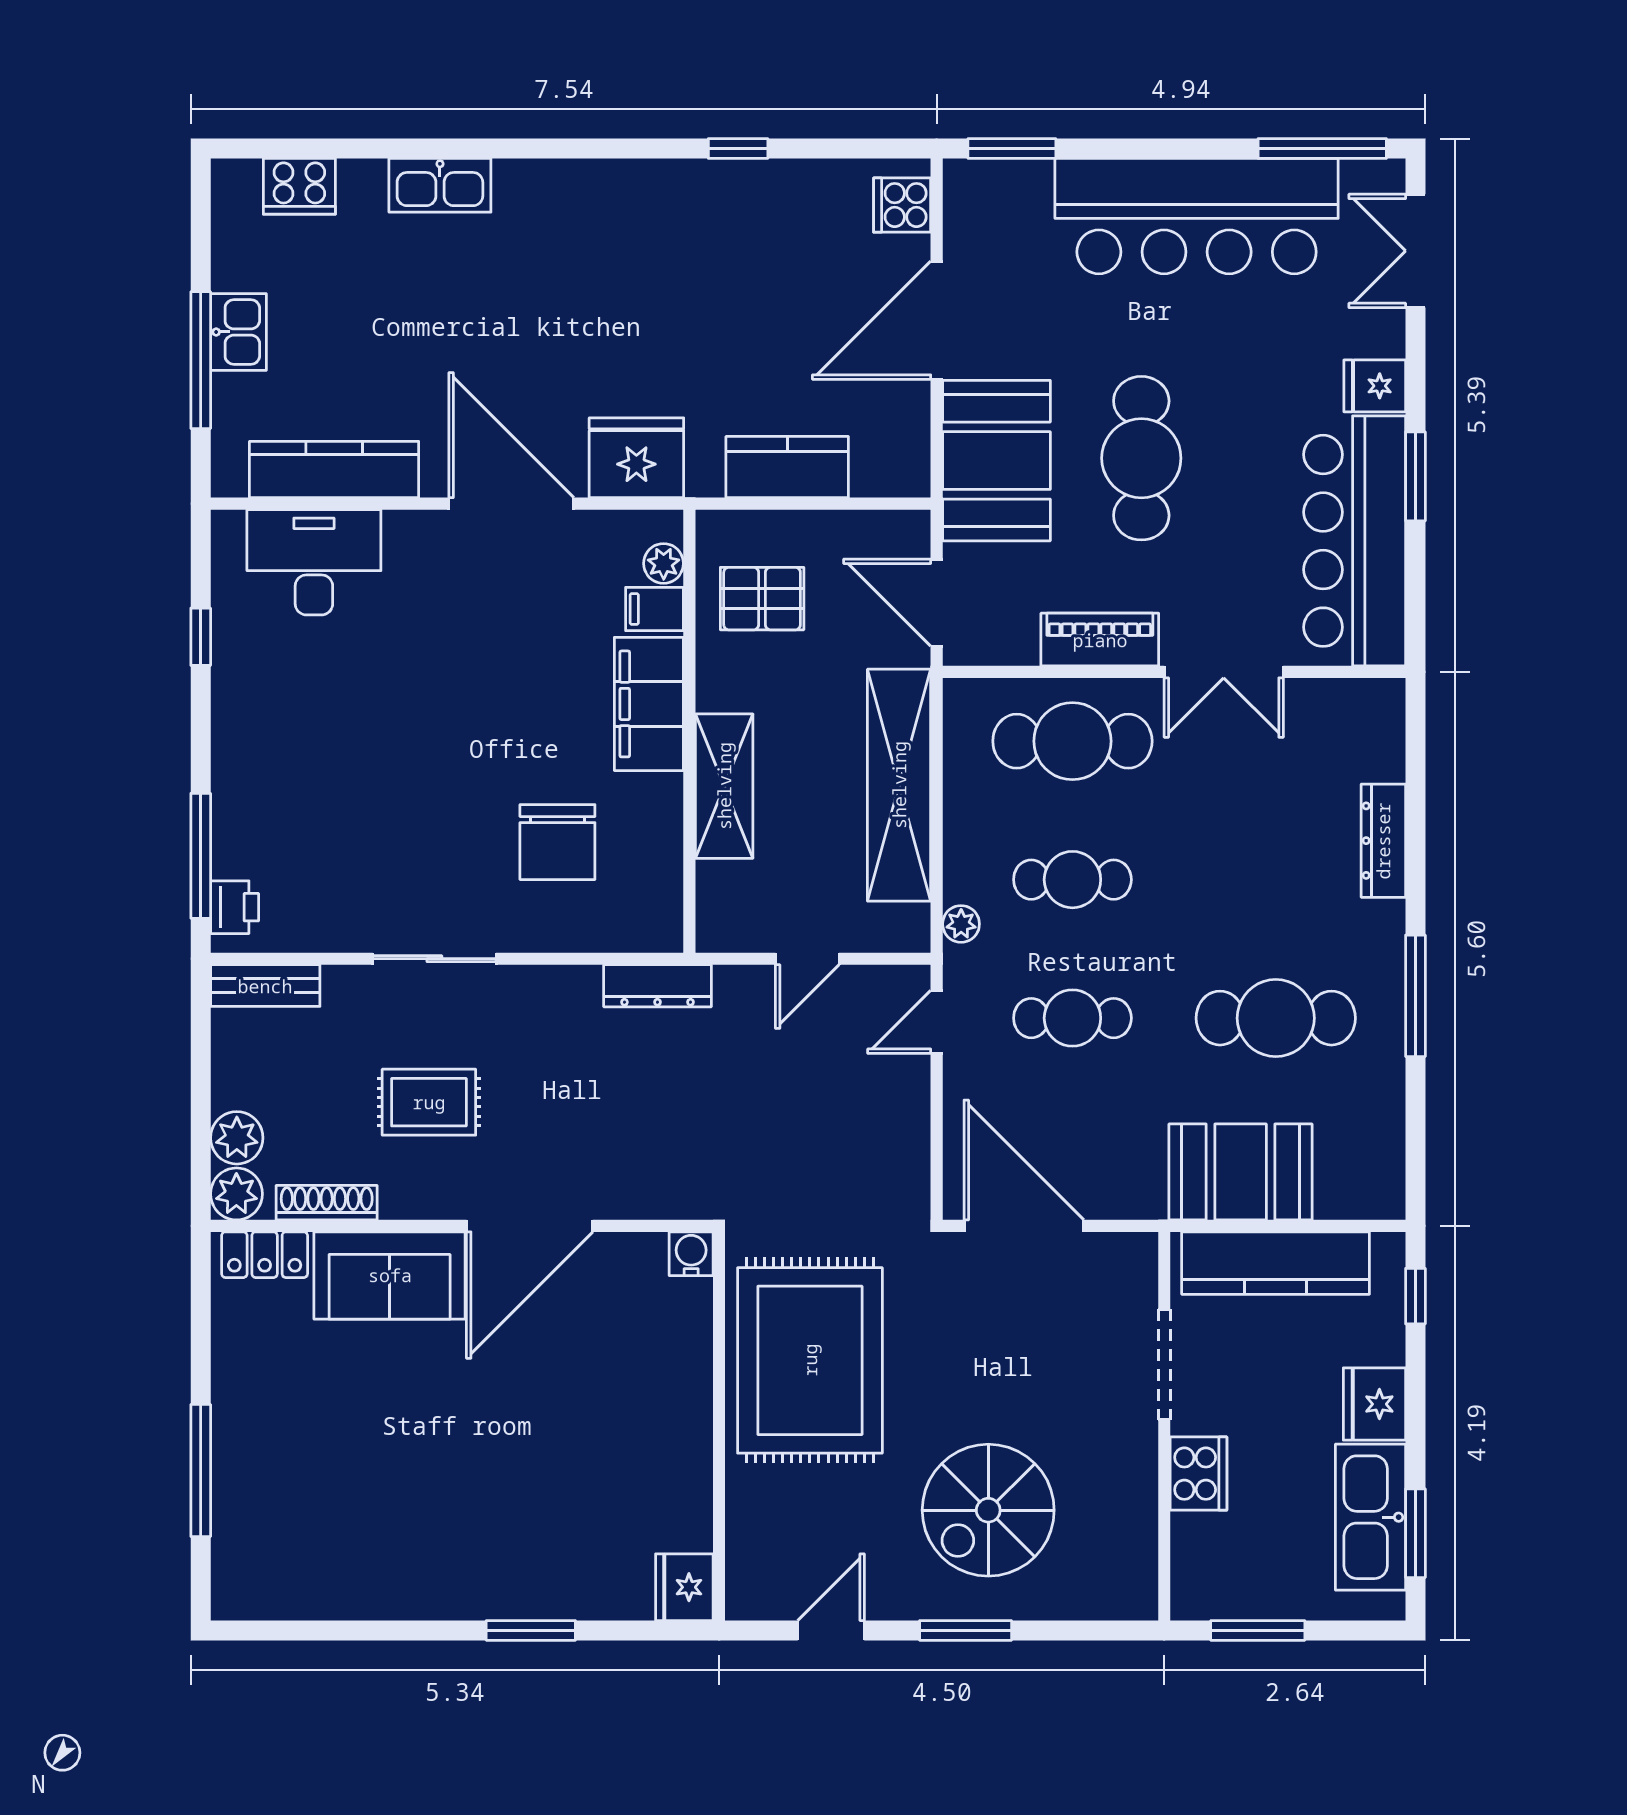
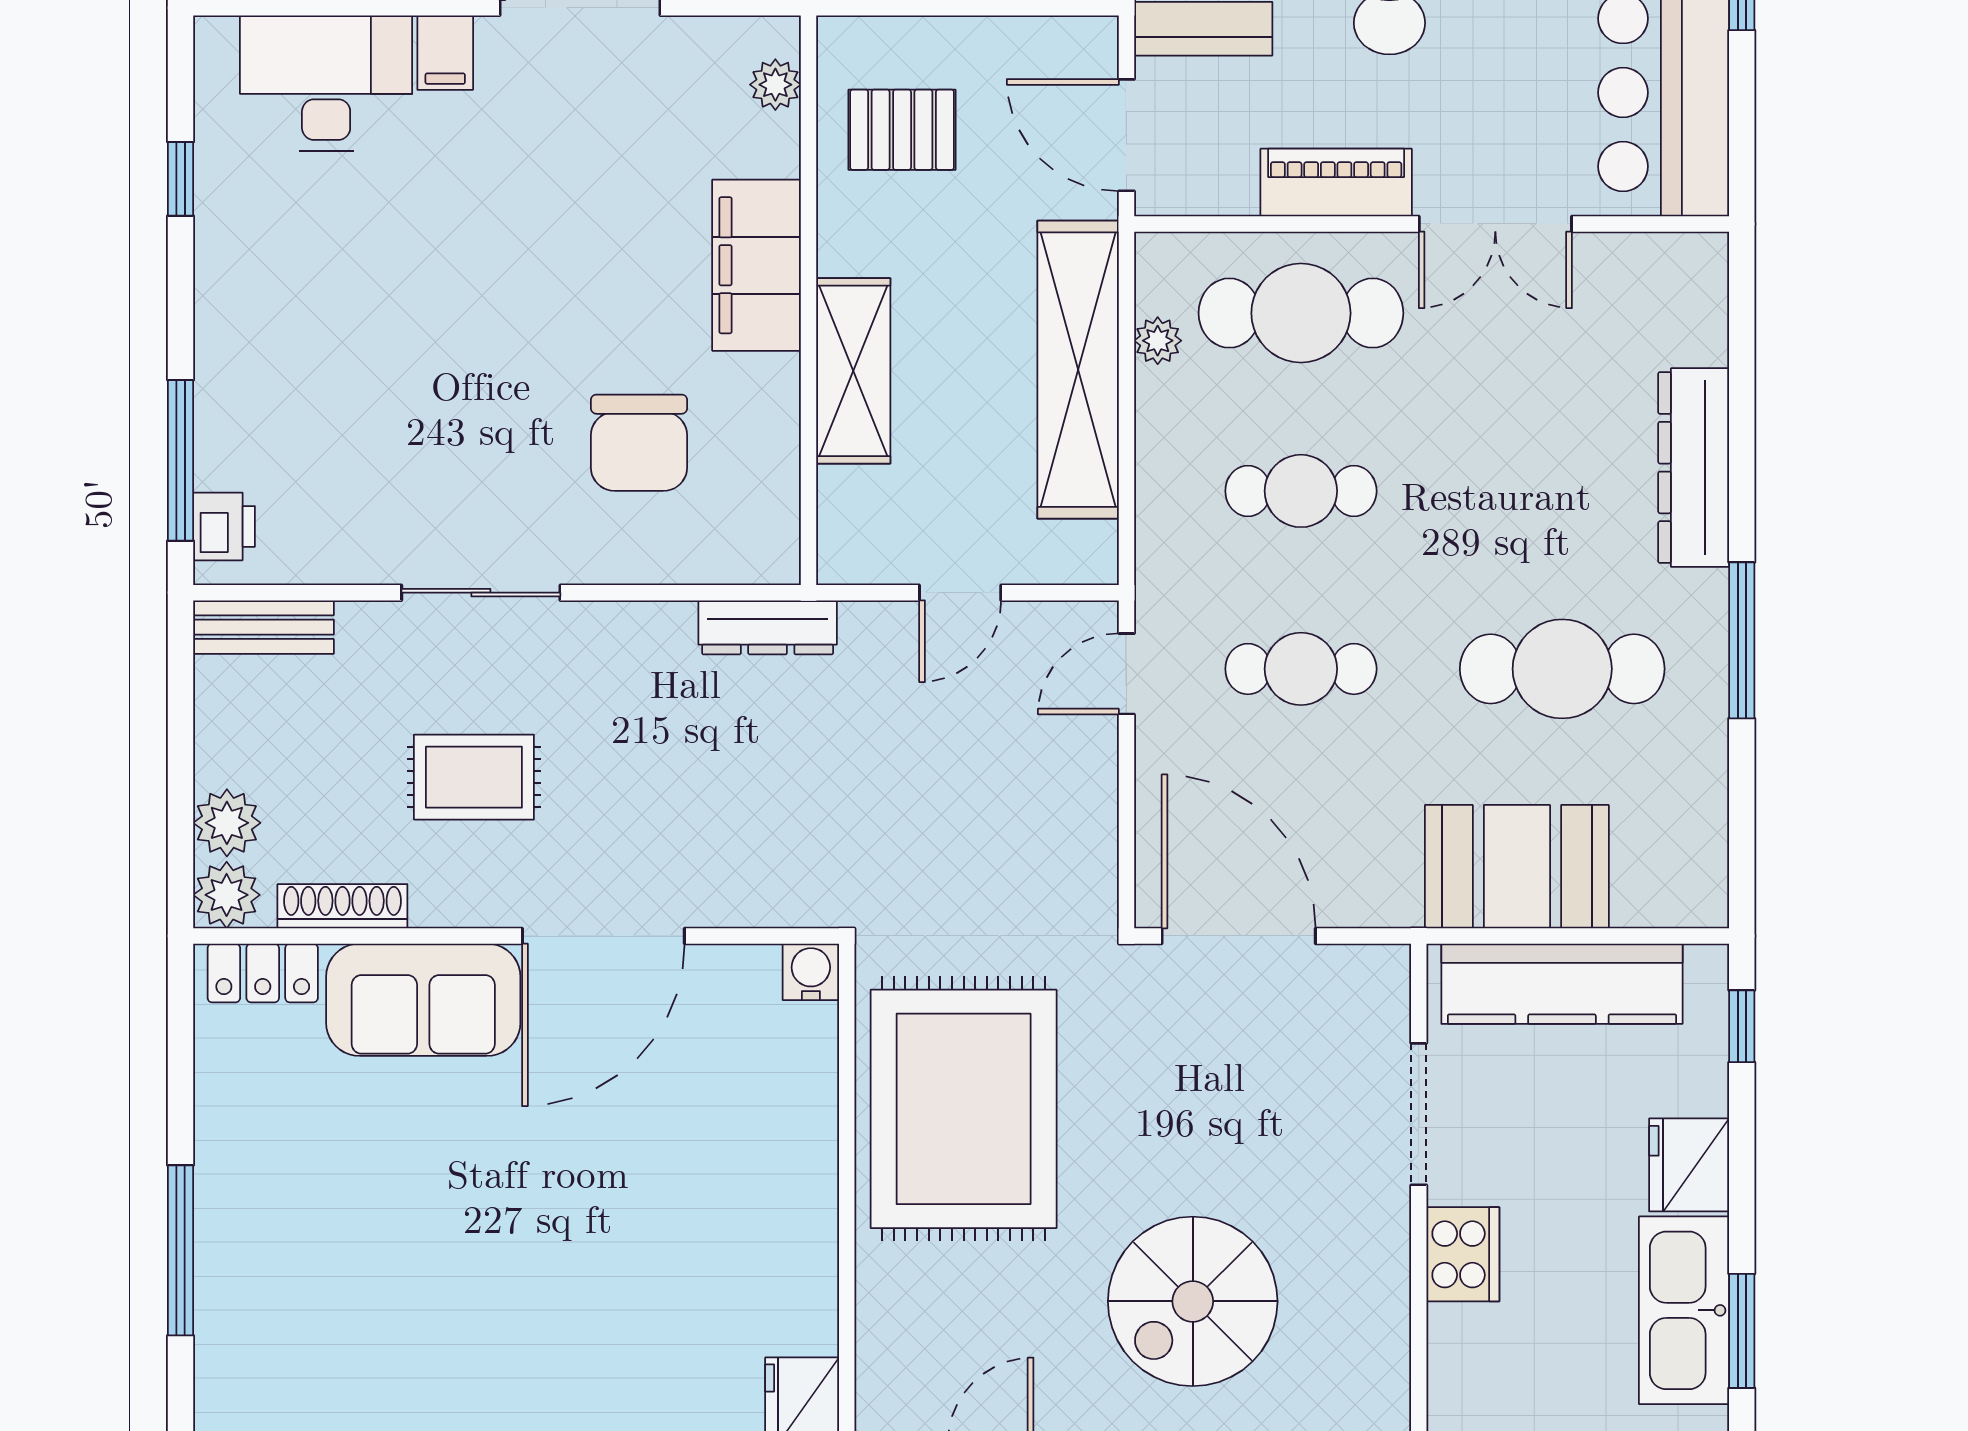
filing cabinet: (654, 609) -> (445, 53), moved, turned -90
dresser: (1383, 841) -> (1694, 468), width x1.37, depth x1.24
plant: (961, 924) -> (1158, 341), moved

